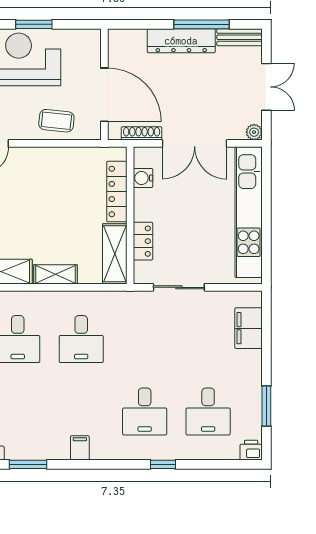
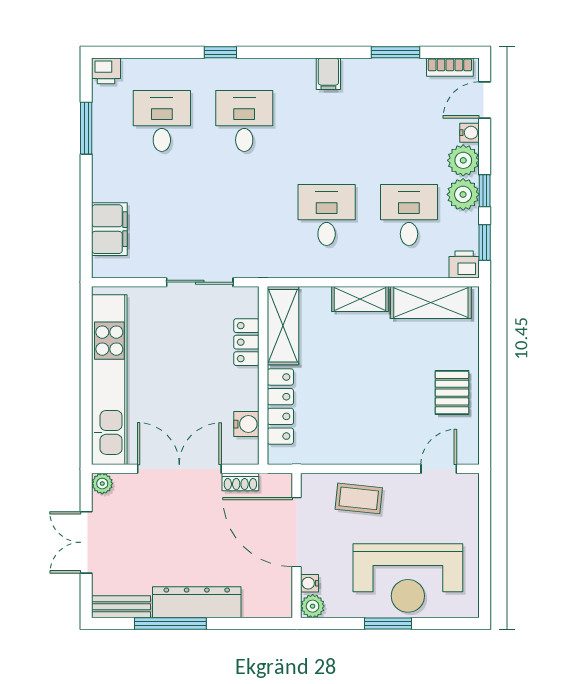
plant: (92, 38) -> (313, 606), added
water cooler: (94, 55) -> (310, 583), added
shoe rack: (142, 133) -> (240, 482), width x0.70

